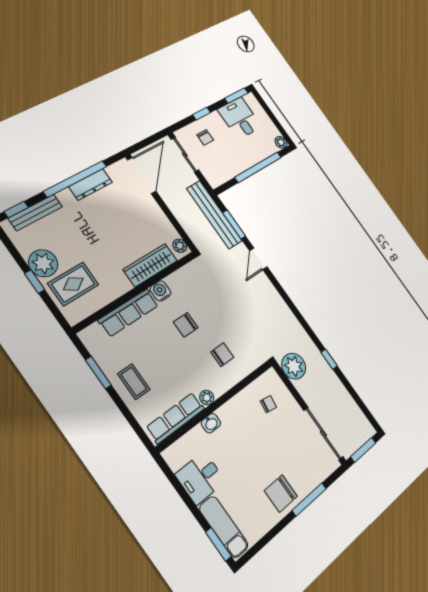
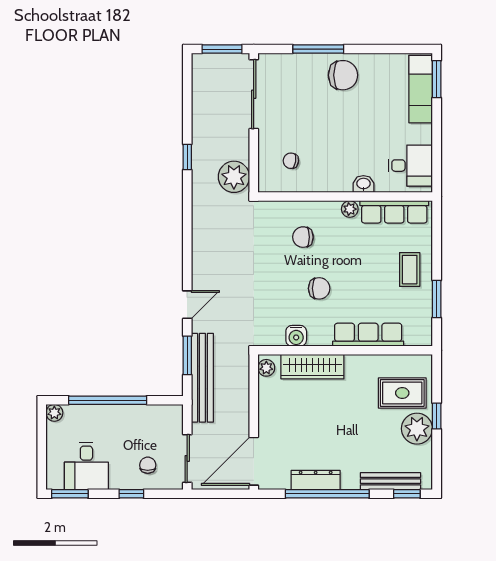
water cooler: (160, 291) -> (296, 336), moved
desk: (200, 478) -> (410, 166), moved

